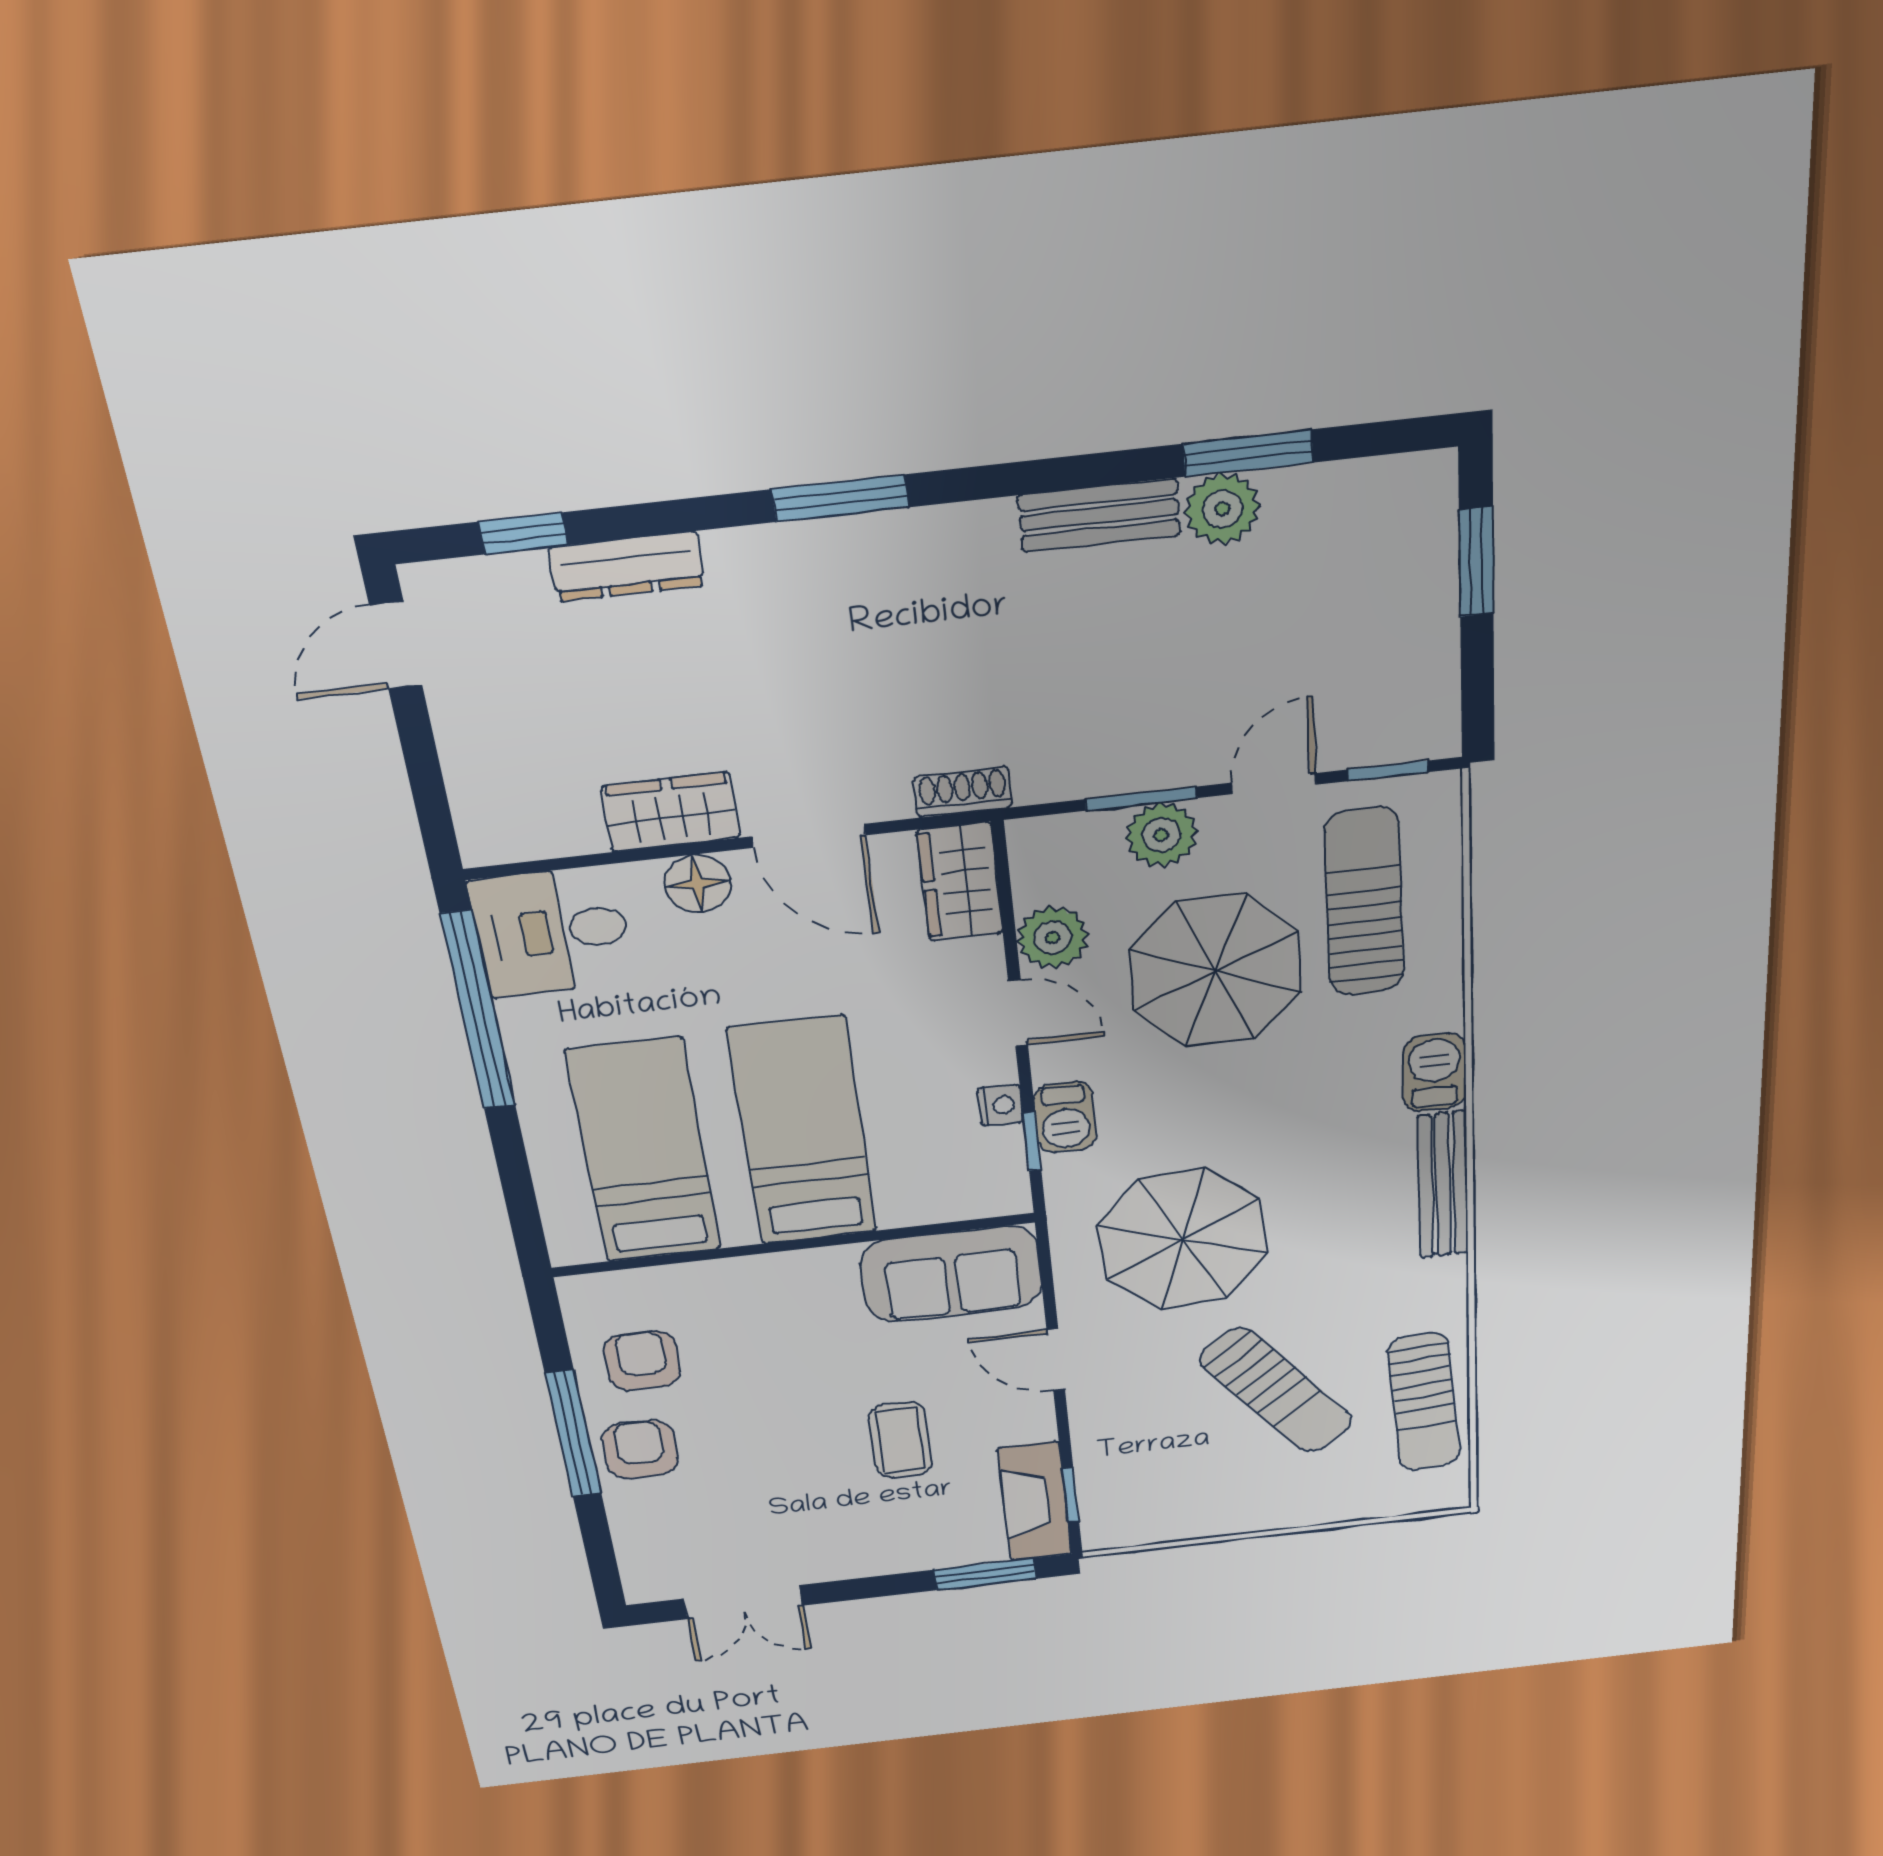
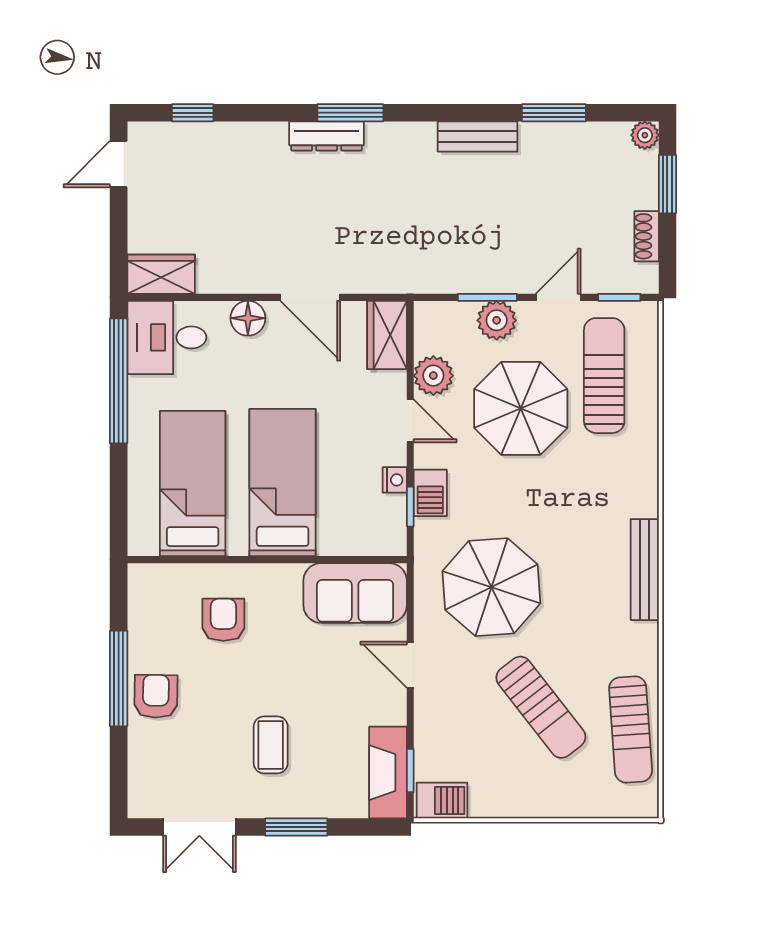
plant: (1222, 509) -> (645, 135), moved, width x0.73, depth x0.73
dresser: (627, 567) -> (327, 136), moved
shoe rack: (963, 792) -> (647, 236), moved, turned -90
wardrobe: (671, 812) -> (161, 274), moved
barbecue: (1434, 1072) -> (442, 801), moved, turned 90
armchair: (642, 1361) -> (223, 620), moved
coffee table: (900, 1440) -> (271, 745), moved
window: (985, 1574) -> (296, 827), moved

